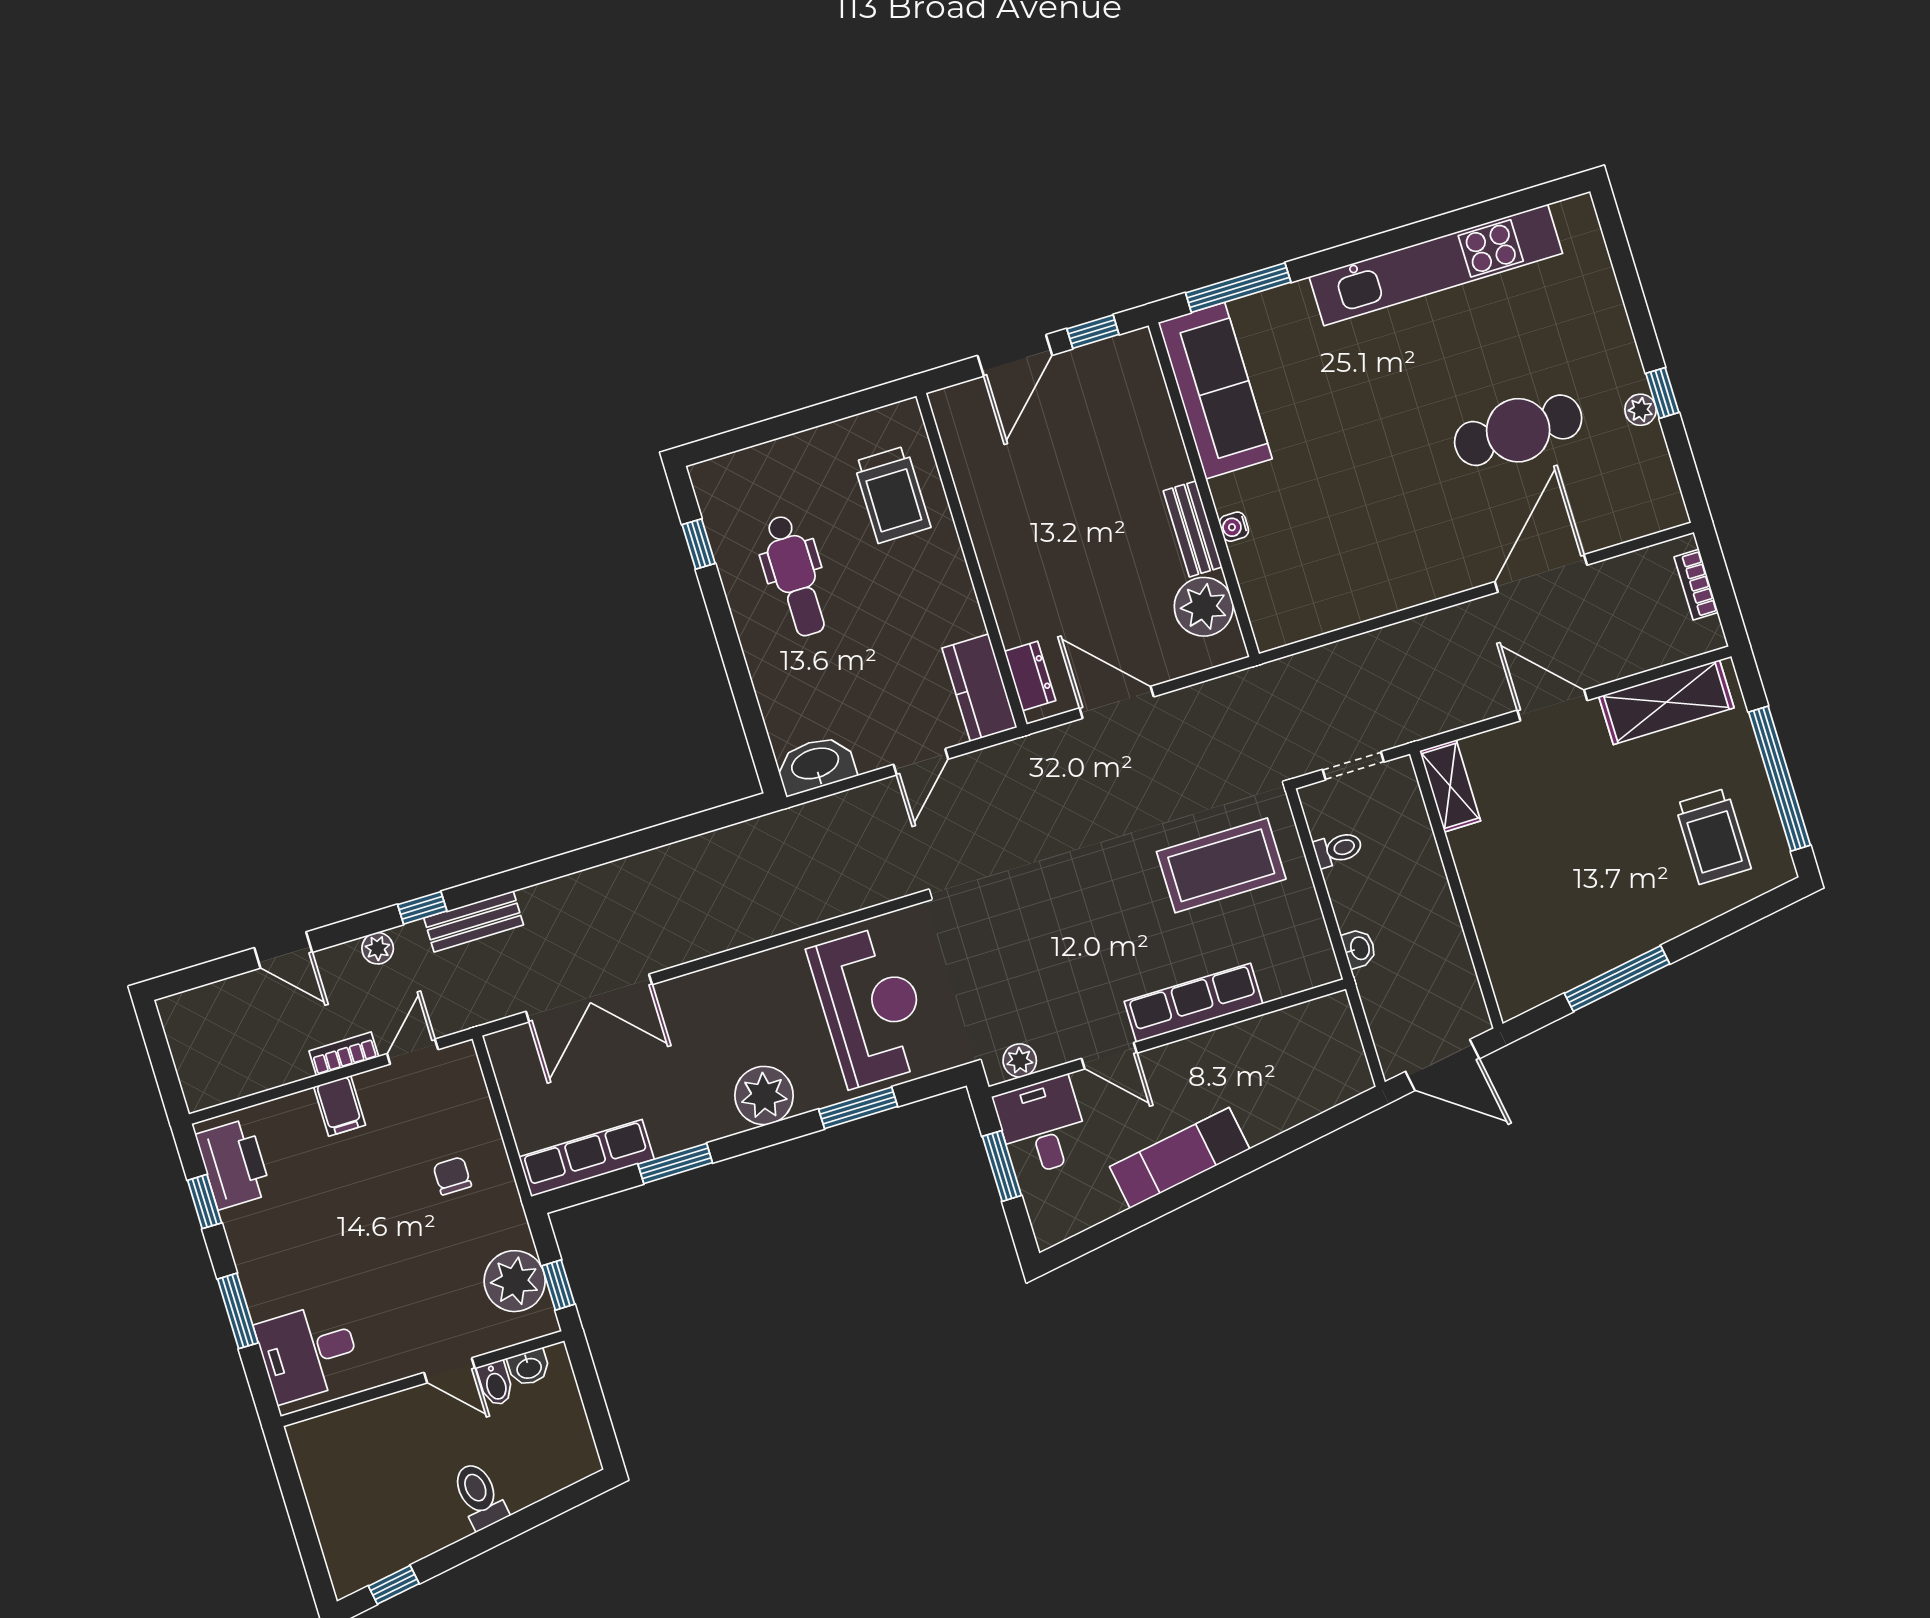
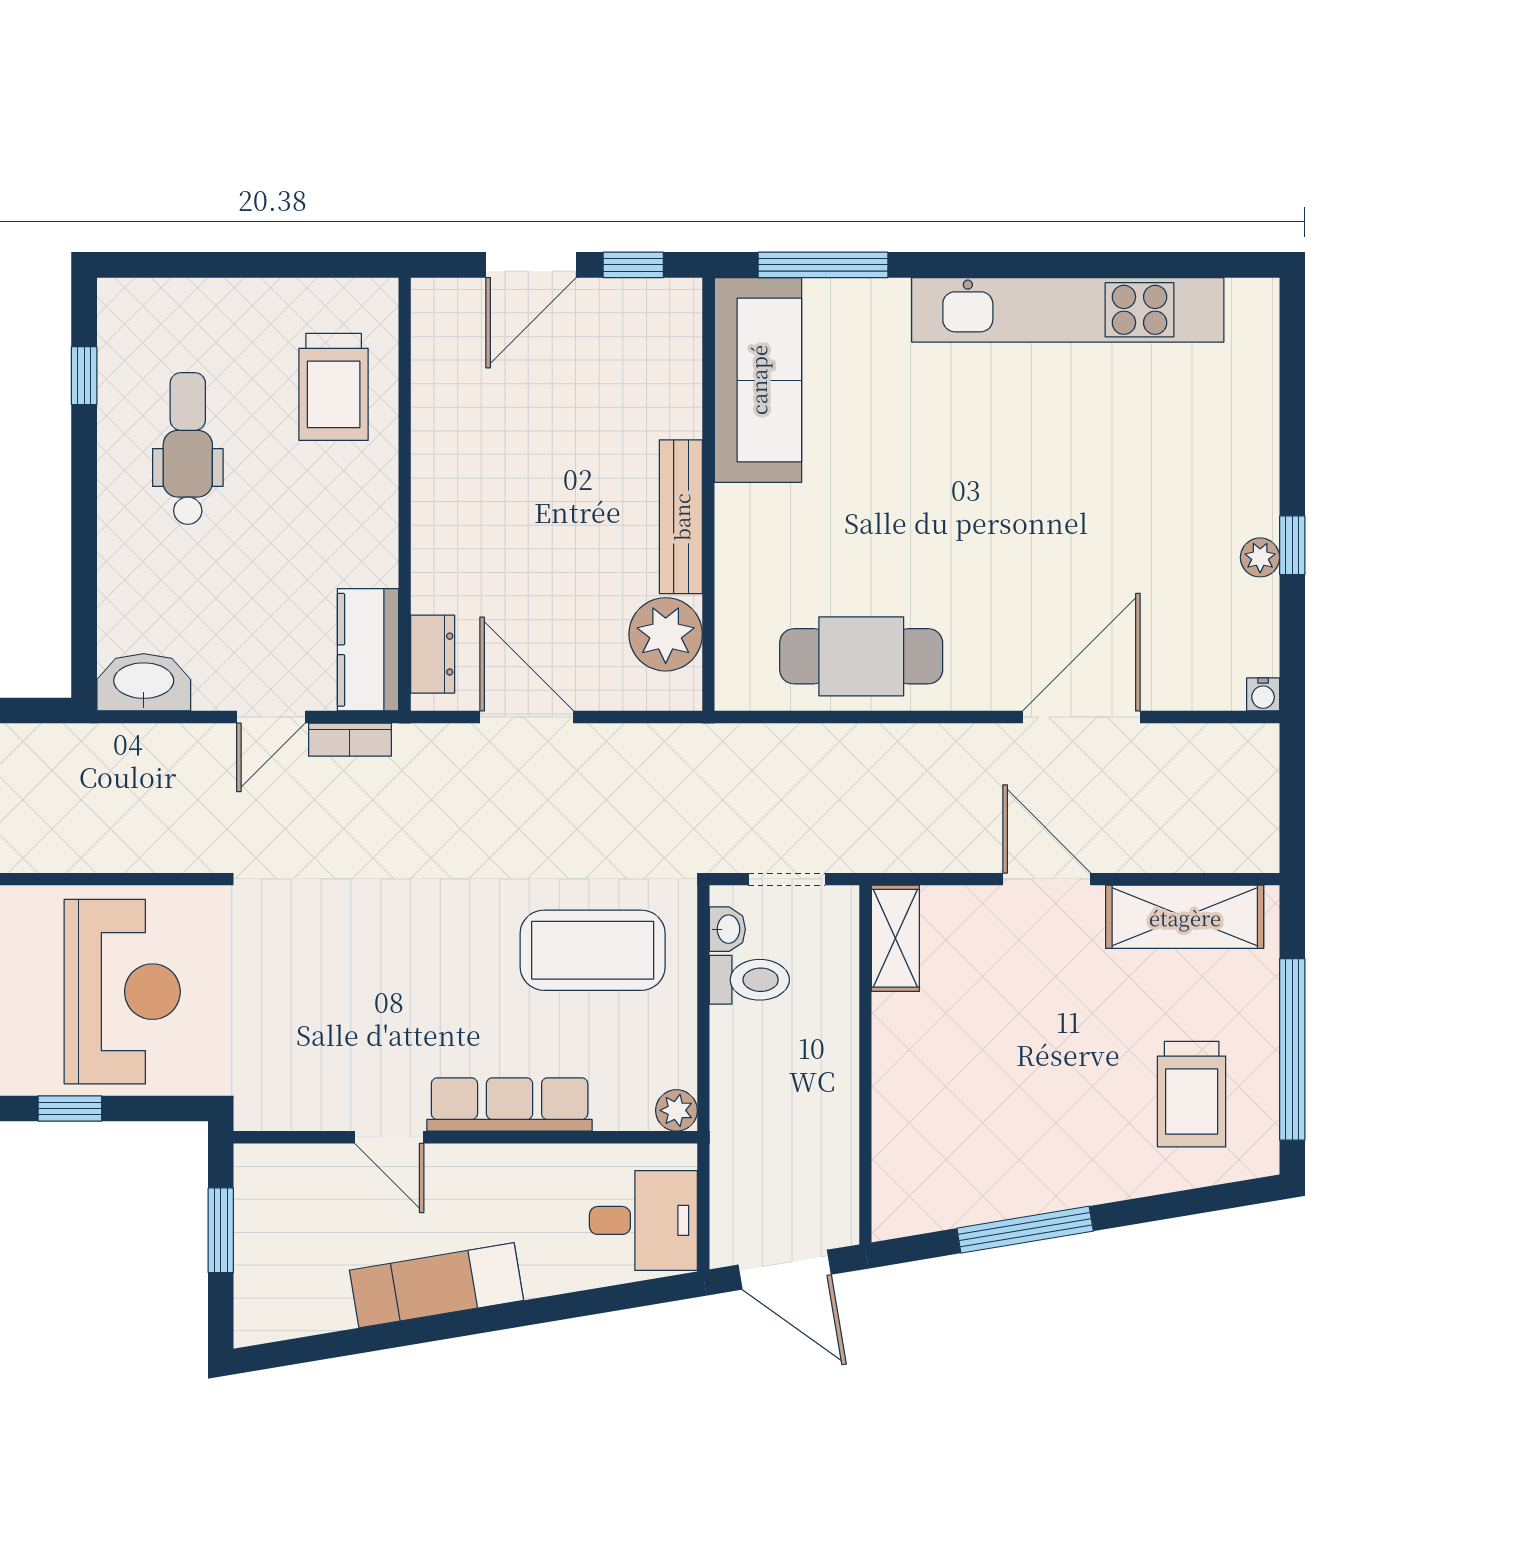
cafe table: (1518, 430) -> (861, 656), moved
water cooler: (1234, 527) -> (1263, 694), moved, turned -90
bench: (1193, 529) -> (681, 517), width x1.36
dental chair: (795, 576) -> (188, 449), turned 180
bookcase: (1696, 585) -> (350, 740), moved, turned -90
toilet: (1338, 849) -> (749, 980), width x1.37, depth x1.39
washbasin: (1359, 948) -> (727, 929), moved
plant: (1020, 1060) -> (676, 1110), moved
window: (858, 1108) -> (70, 1108), width x0.67
desk: (1042, 1126) -> (643, 1220), moved, turned 90

